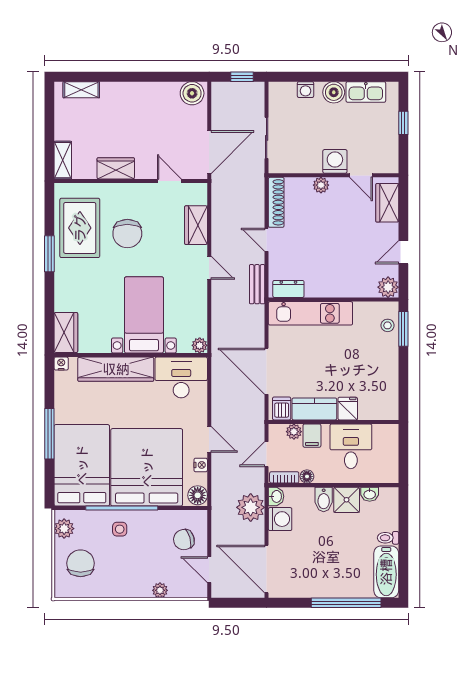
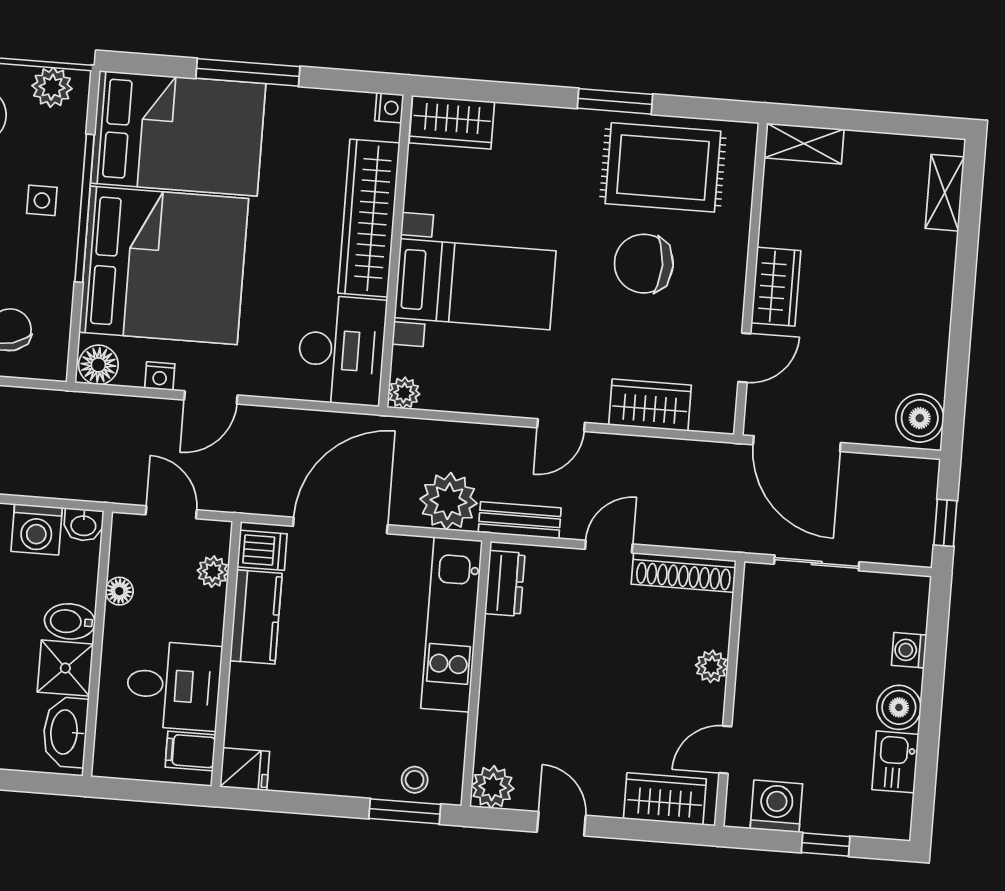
kitchen sink: (366, 92) -> (895, 762), width x0.73
washing machine: (335, 161) -> (776, 806), moved, turned -90
wardrobe: (116, 168) -> (776, 287), moved
fridge: (348, 409) -> (245, 769), moved
filing cabinet: (312, 436) -> (190, 751), moved
bookcase: (284, 477) -> (121, 545), removed
washbasin: (370, 494) -> (65, 732), width x1.91, depth x1.45
plant: (251, 507) -> (448, 501), moved

